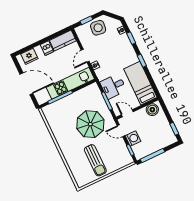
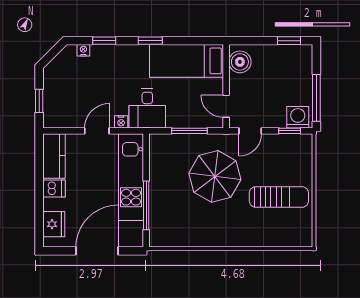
side table: (98, 28) -> (61, 87), removed
door: (85, 56) -> (97, 131), swing flipped
desk: (113, 86) -> (147, 108), moved
door: (127, 113) -> (226, 106), hinge flipped
washing machine: (133, 138) -> (298, 117), moved

